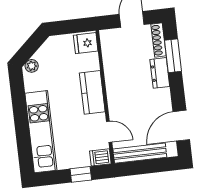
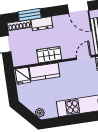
wardrobe: (115, 82) -> (49, 55), added
kitchen counter: (92, 92) -> (45, 72), moved

